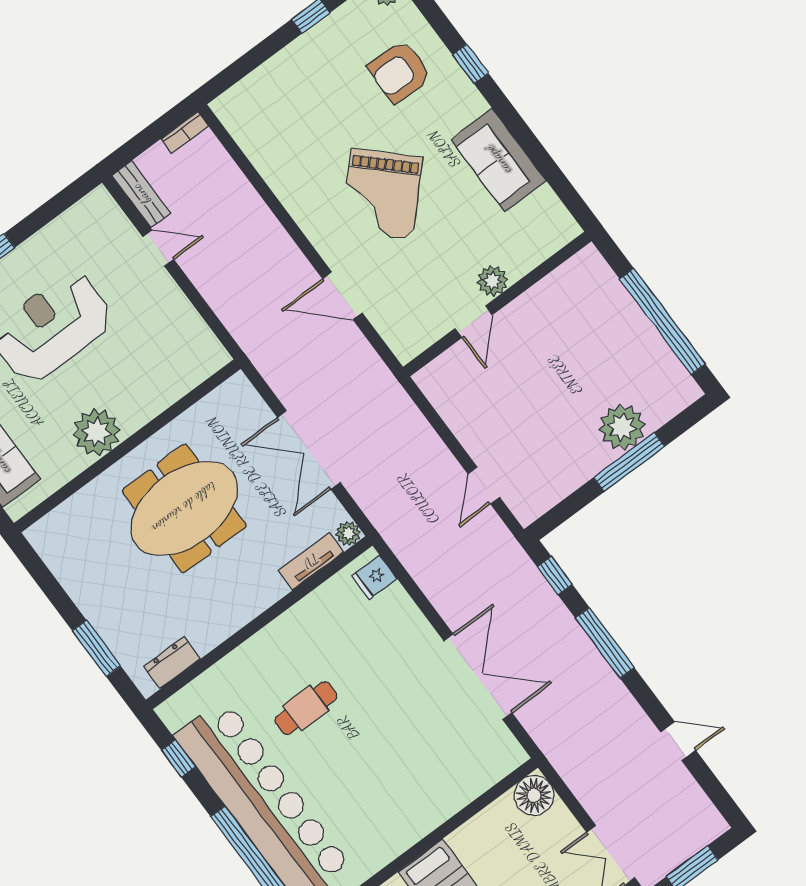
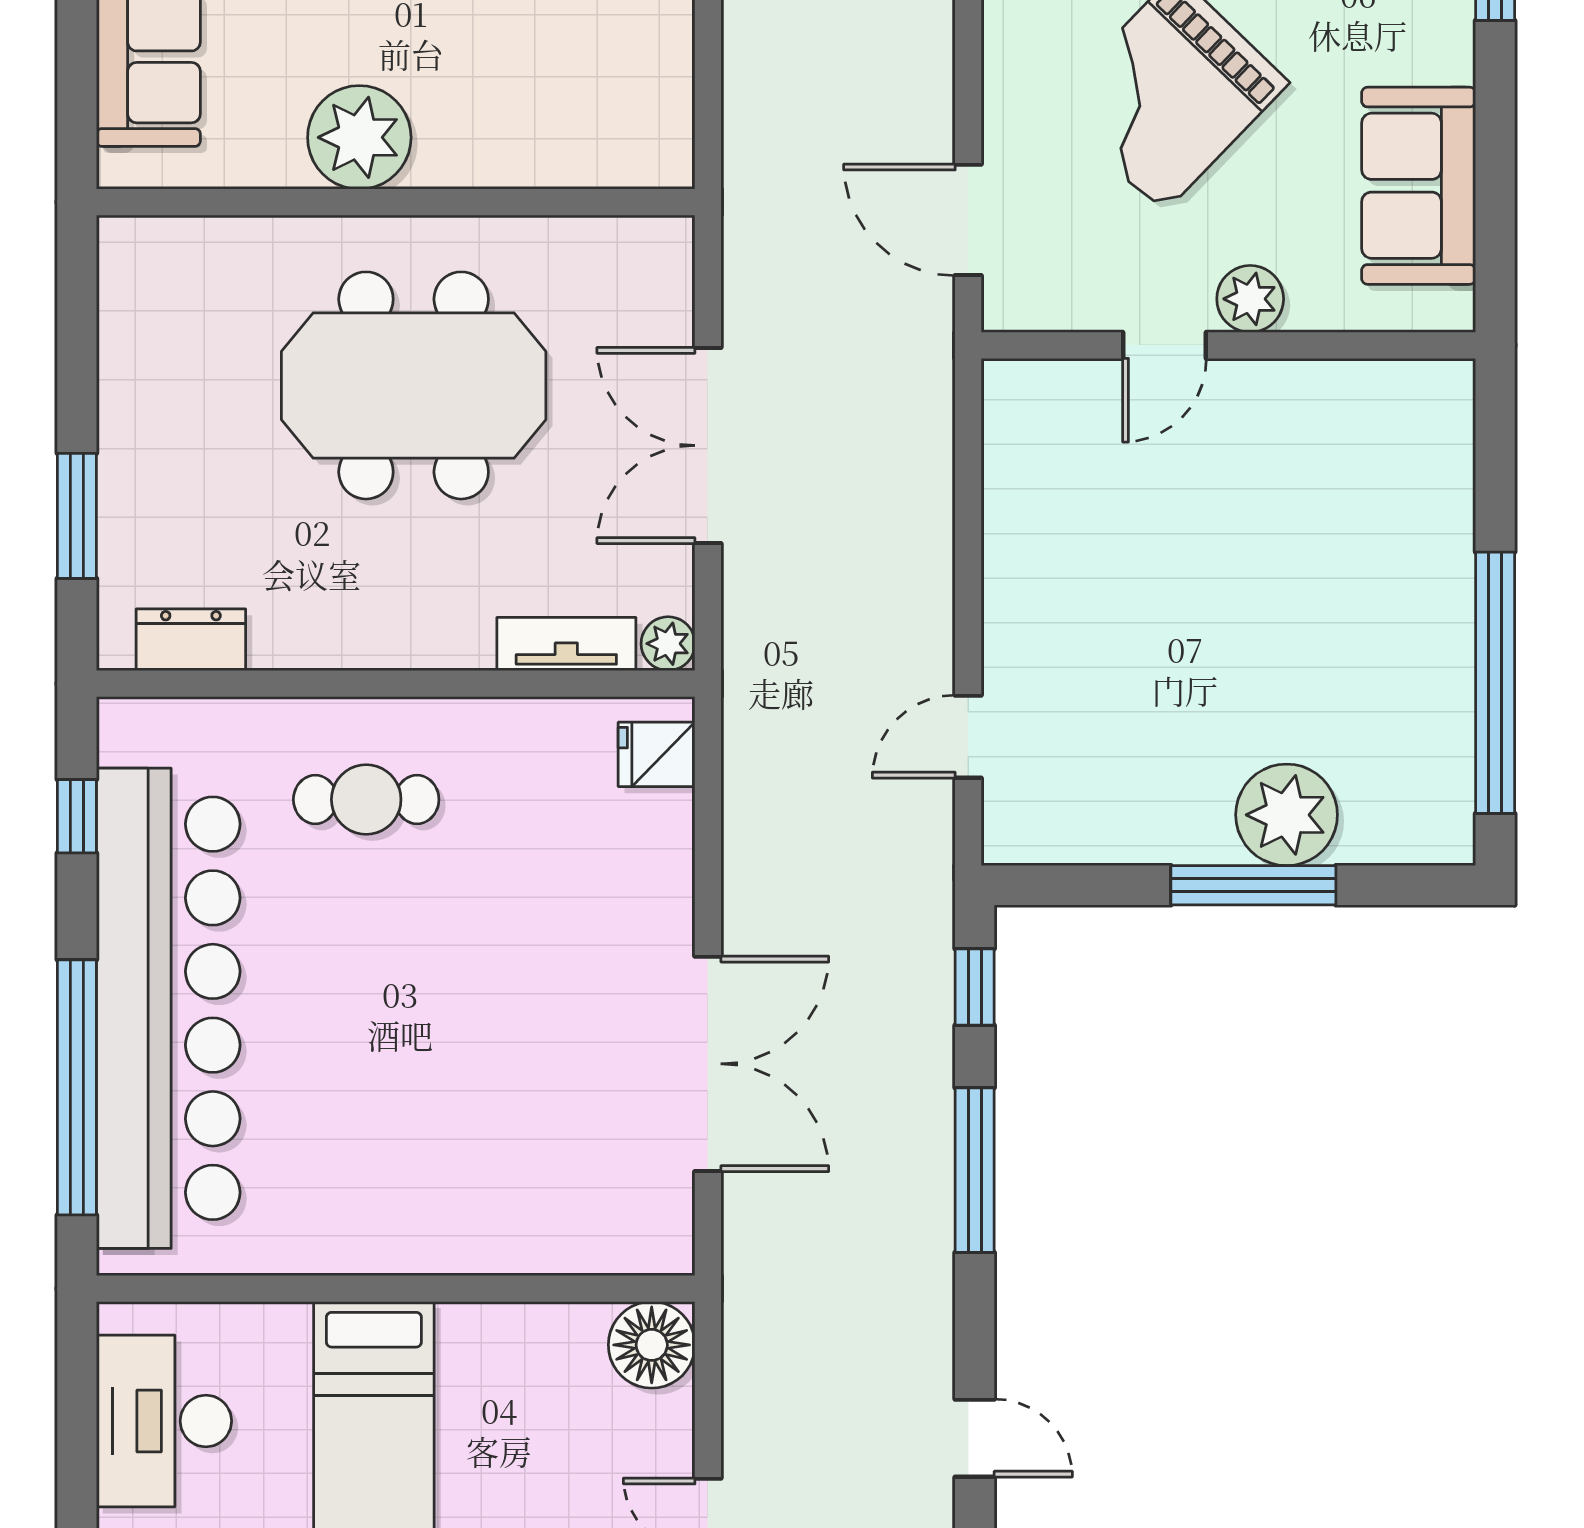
plant: (492, 281) -> (1250, 299), moved
wall: (497, 304) -> (1228, 345), moved
door: (474, 322) -> (1165, 345), moved
cafe table: (306, 708) -> (366, 799), moved

